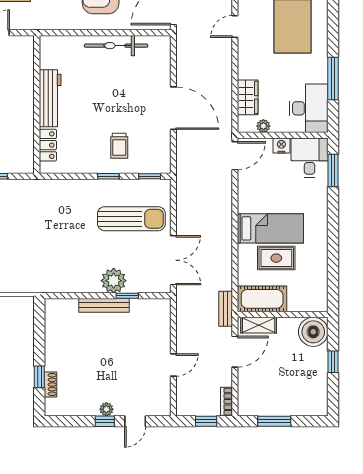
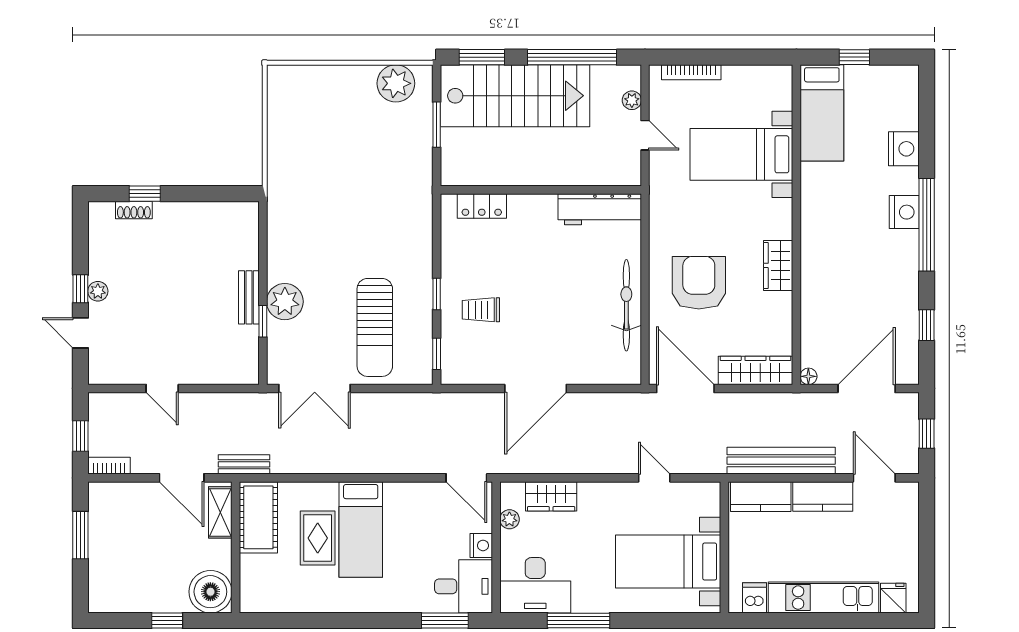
workbench: (50, 98) -> (600, 209), moved
bench: (104, 305) -> (249, 297), width x0.73

